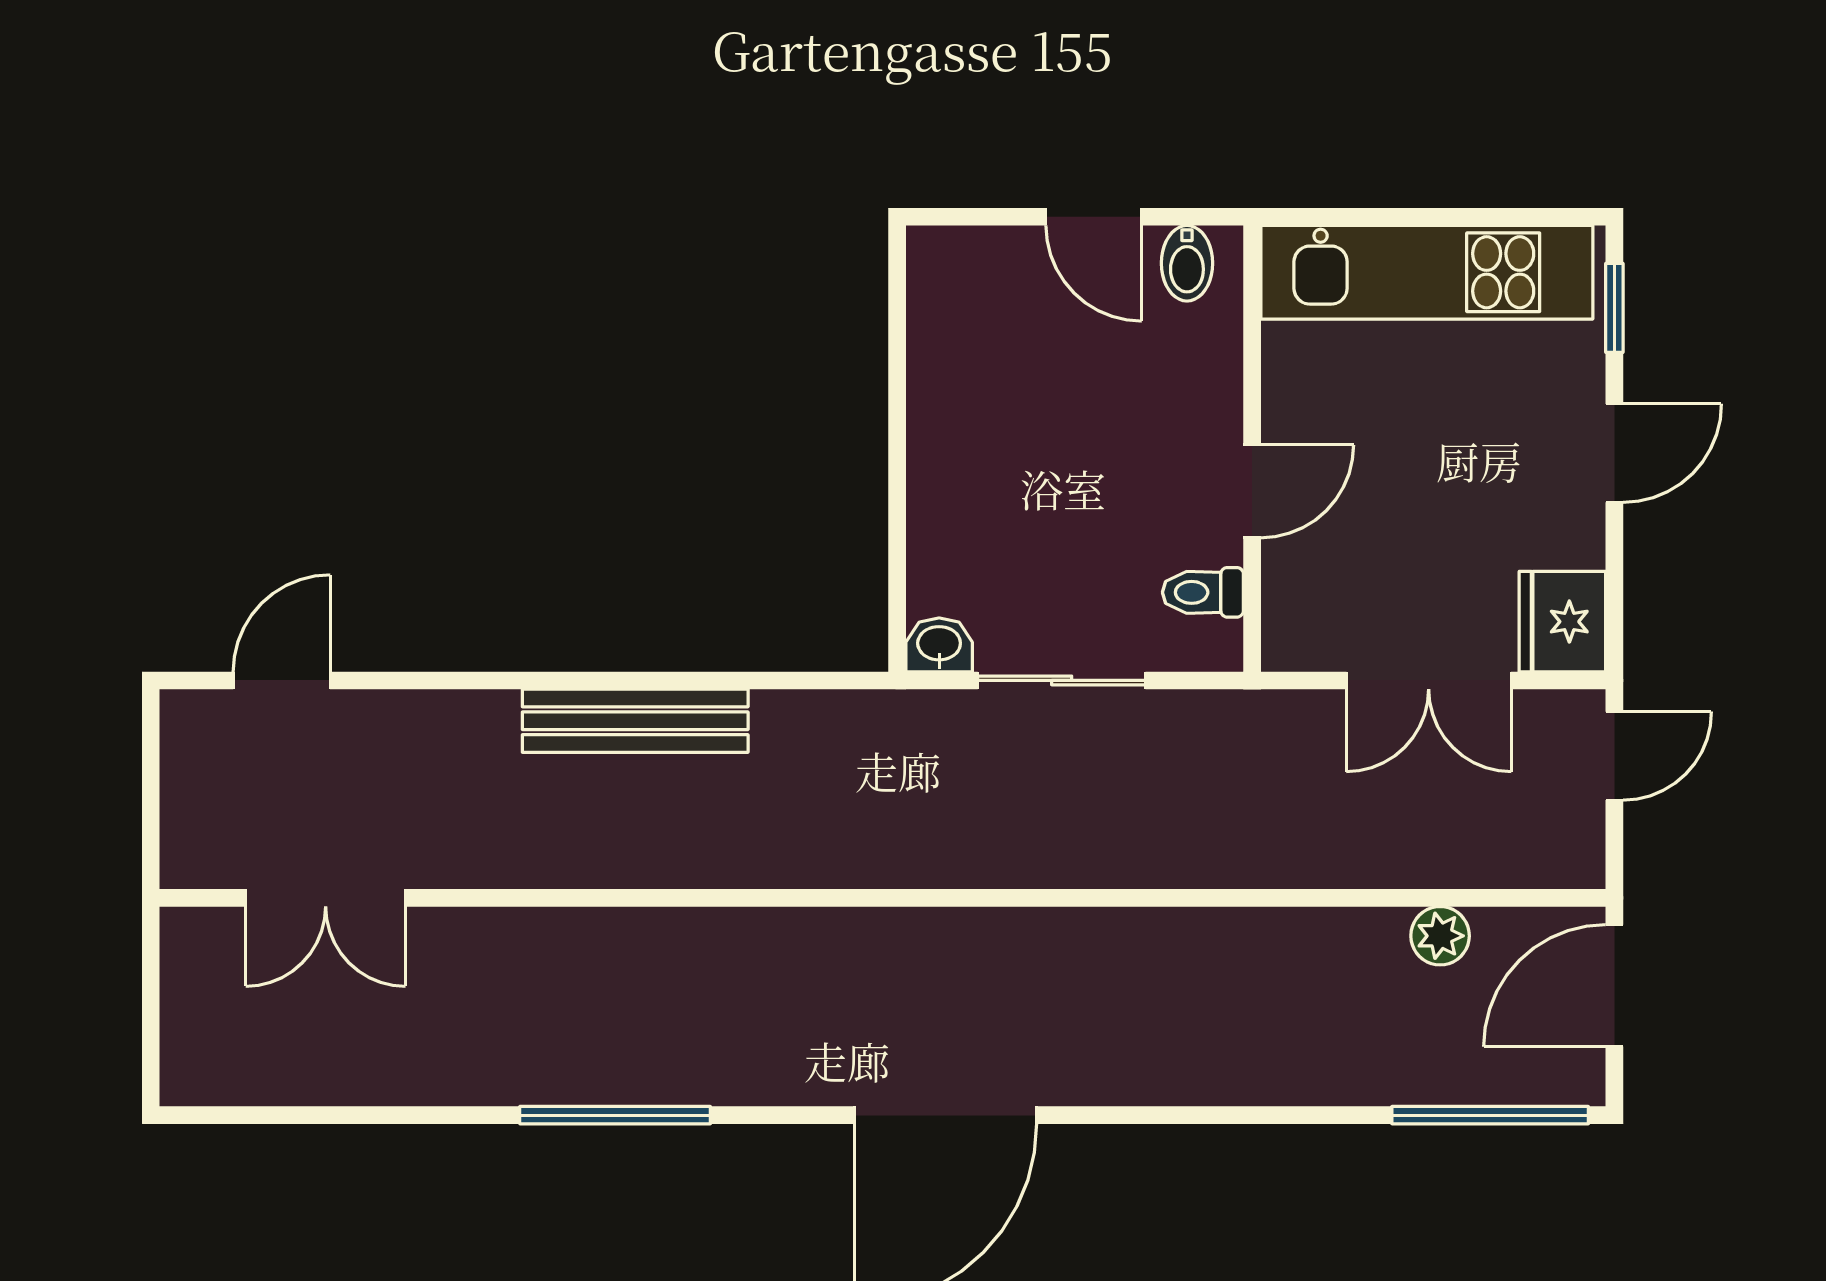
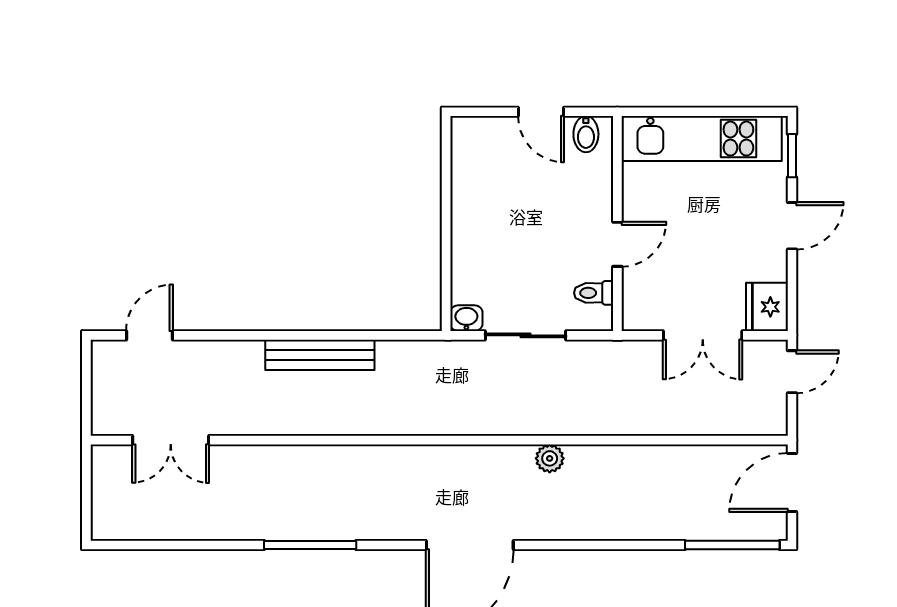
plant: (1440, 936) -> (550, 458), moved

